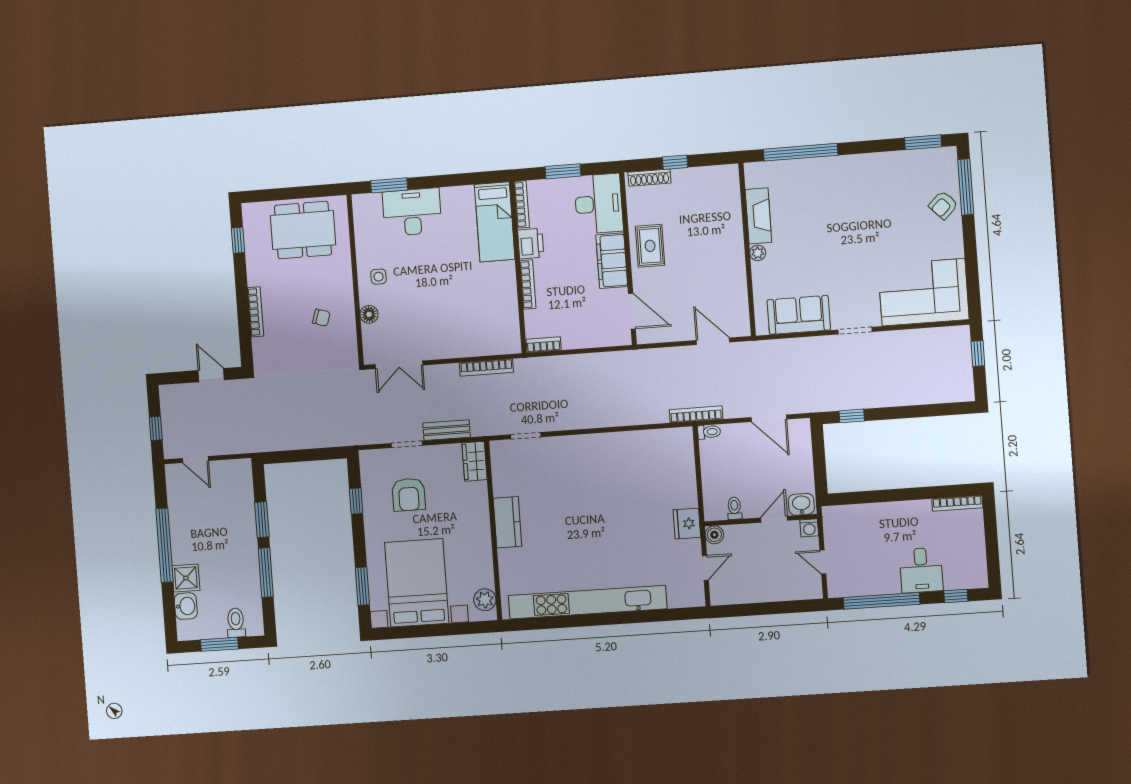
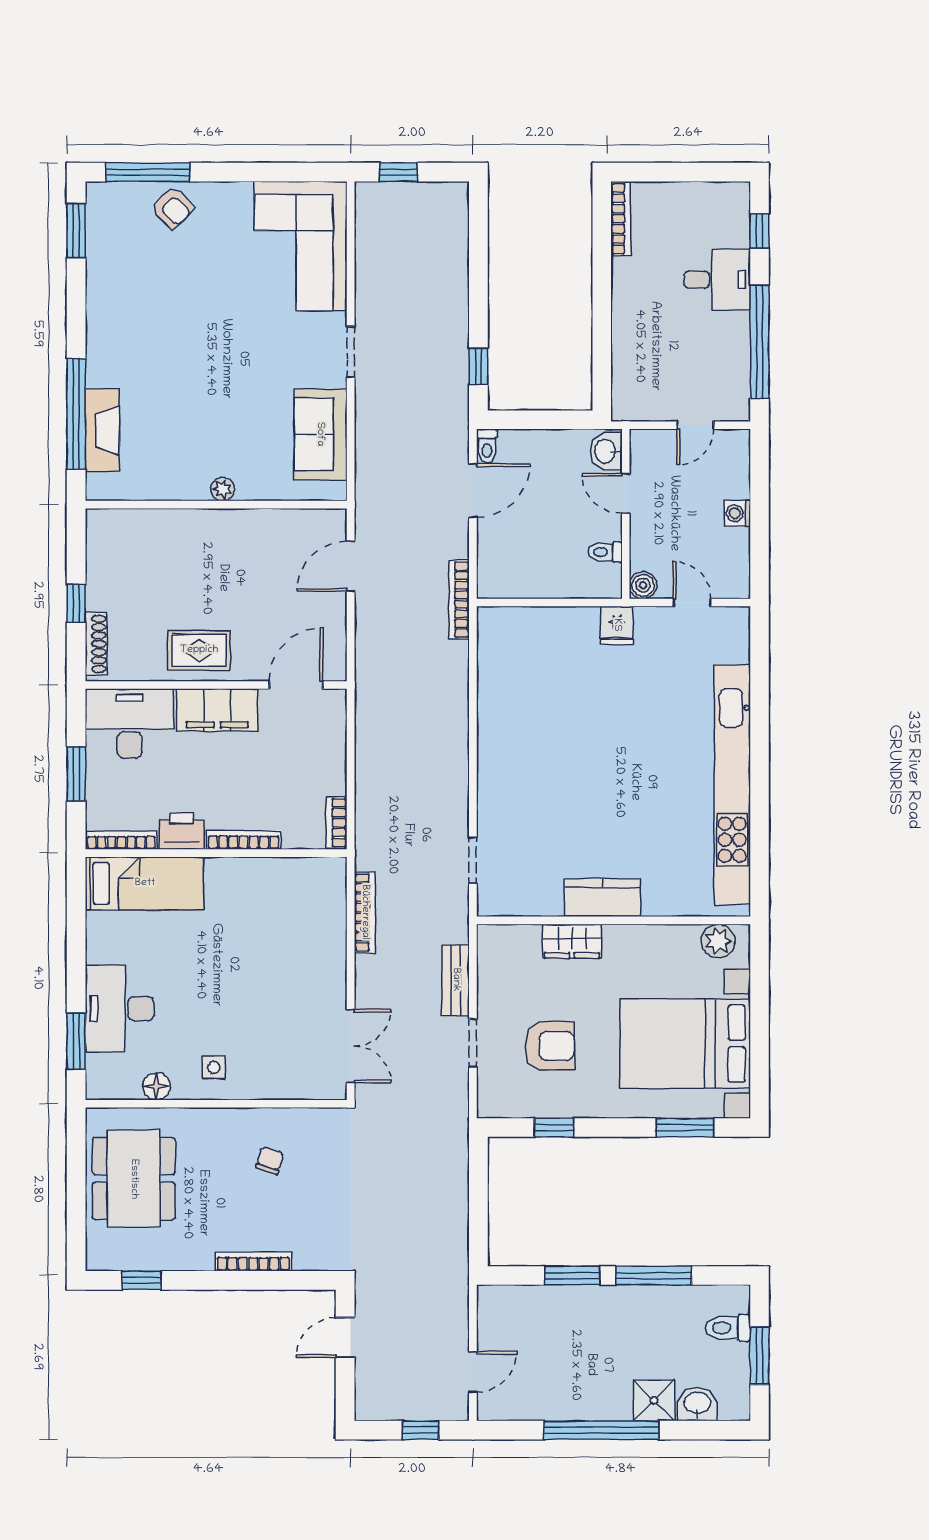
fireplace: (758, 216) -> (102, 430), moved, turned 90
floor lamp: (369, 314) -> (156, 1086), moved
toilet: (709, 432) -> (487, 446), moved, turned 180
wardrobe: (475, 461) -> (572, 941), moved
fridge: (687, 524) -> (617, 625), width x0.72
washing machine: (809, 528) -> (737, 513), moved, turned 180

